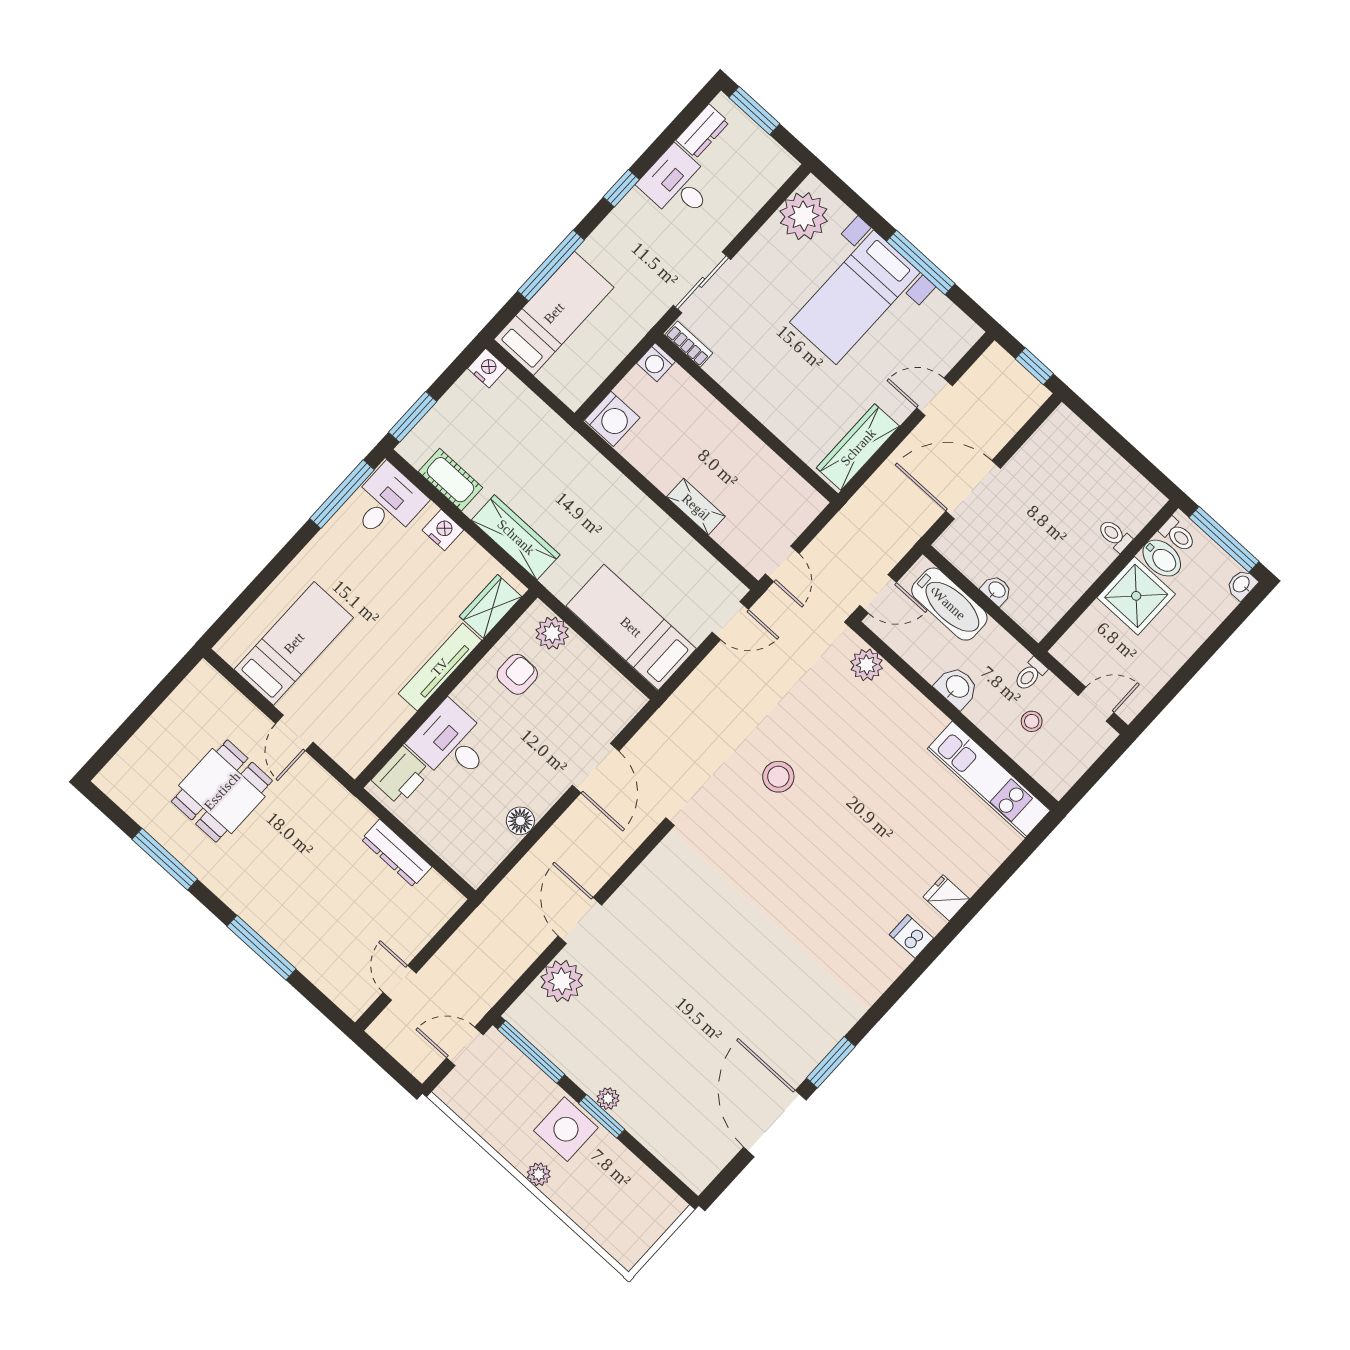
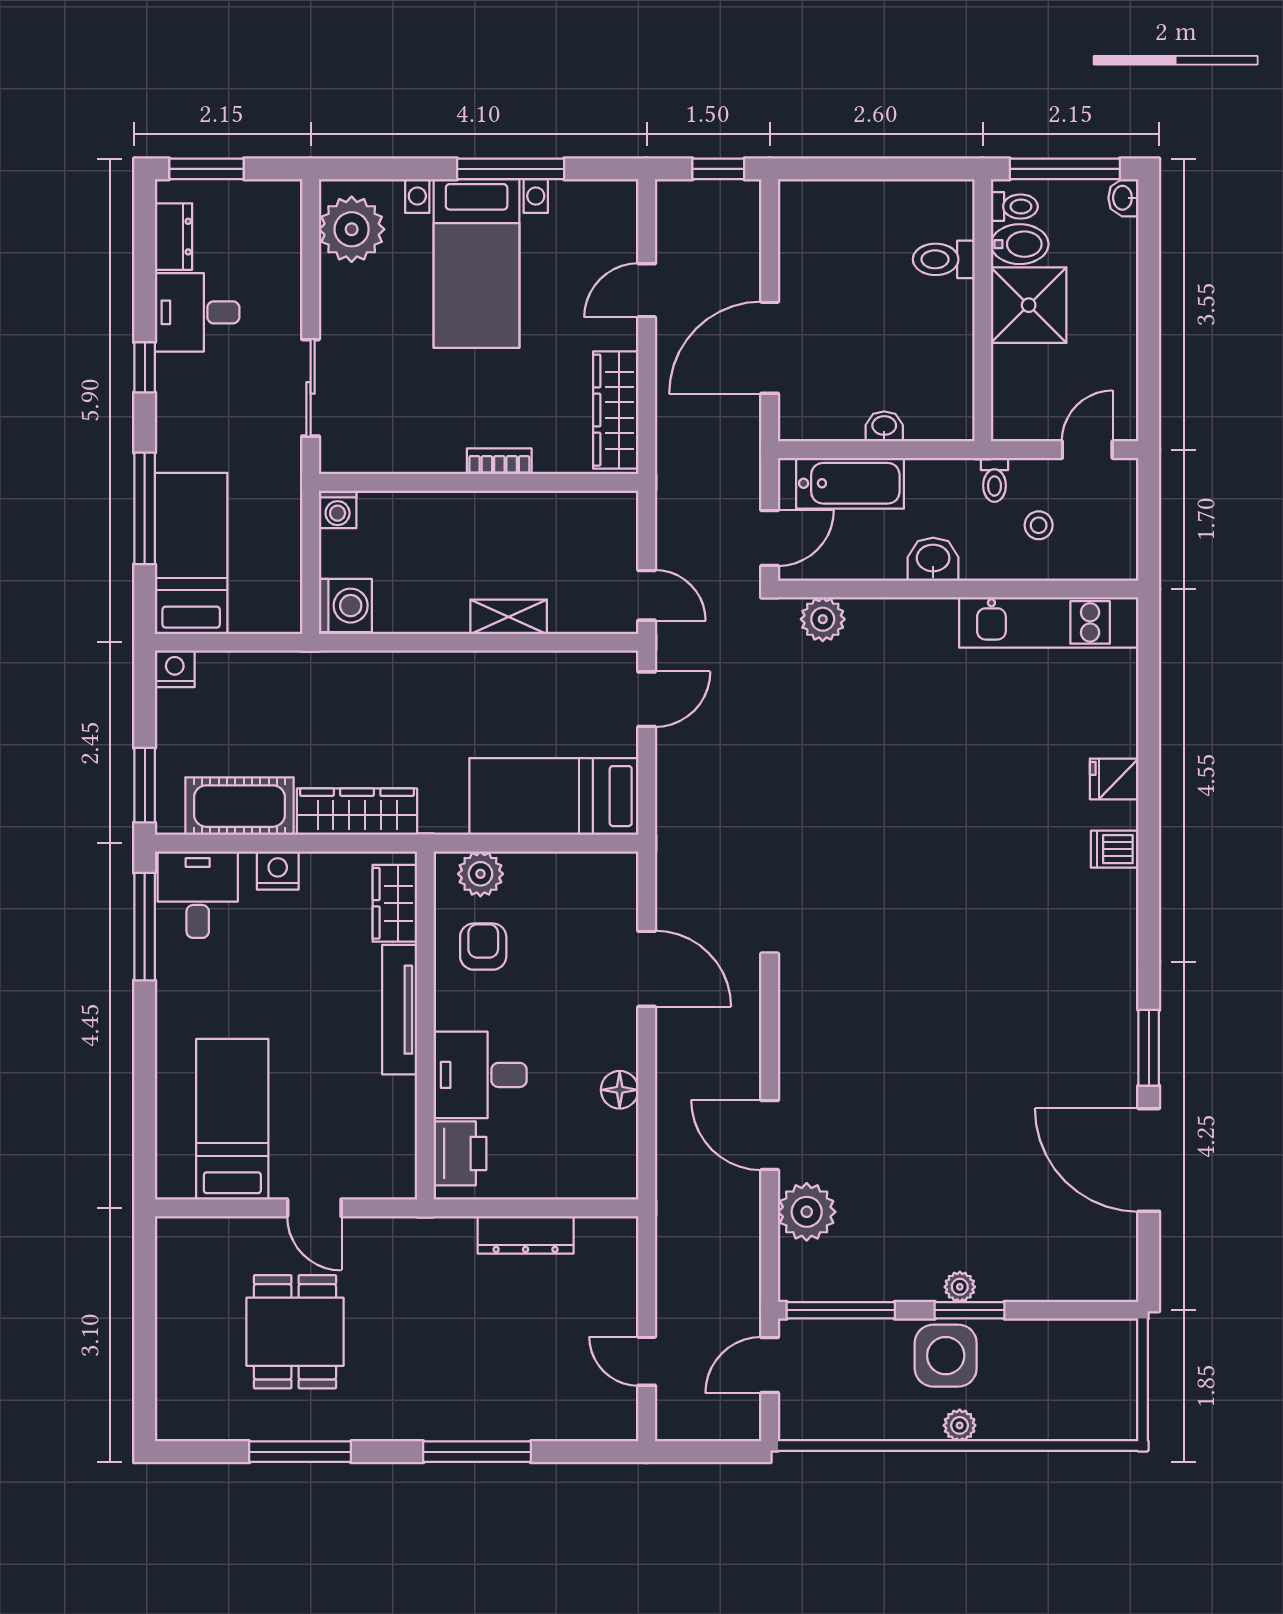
bookcase: (689, 344) -> (499, 461), moved
cot: (450, 480) -> (239, 806), width x1.37, depth x1.34
toilet: (1115, 535) -> (944, 259), width x1.37, depth x1.39
stool: (778, 777) -> (837, 811), removed

